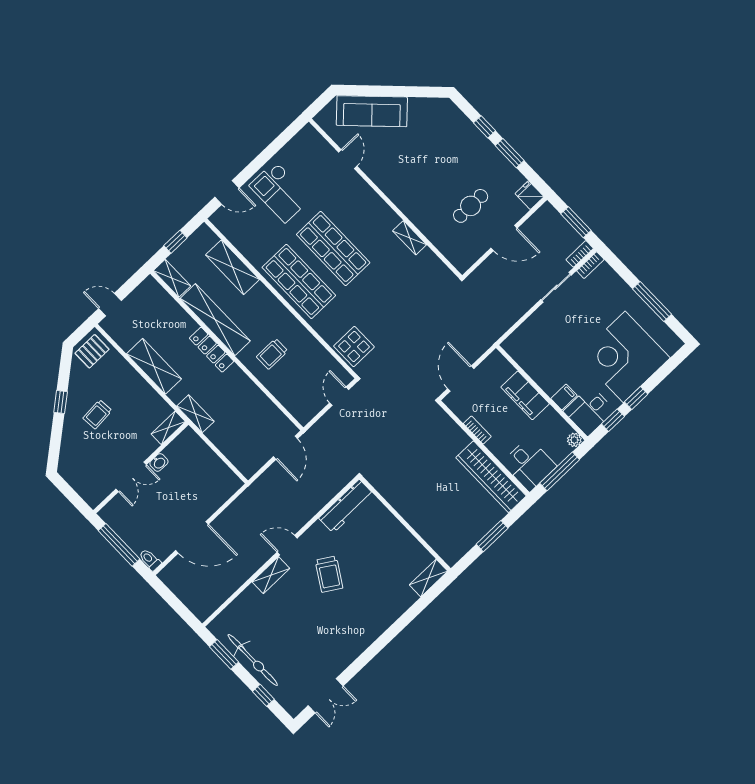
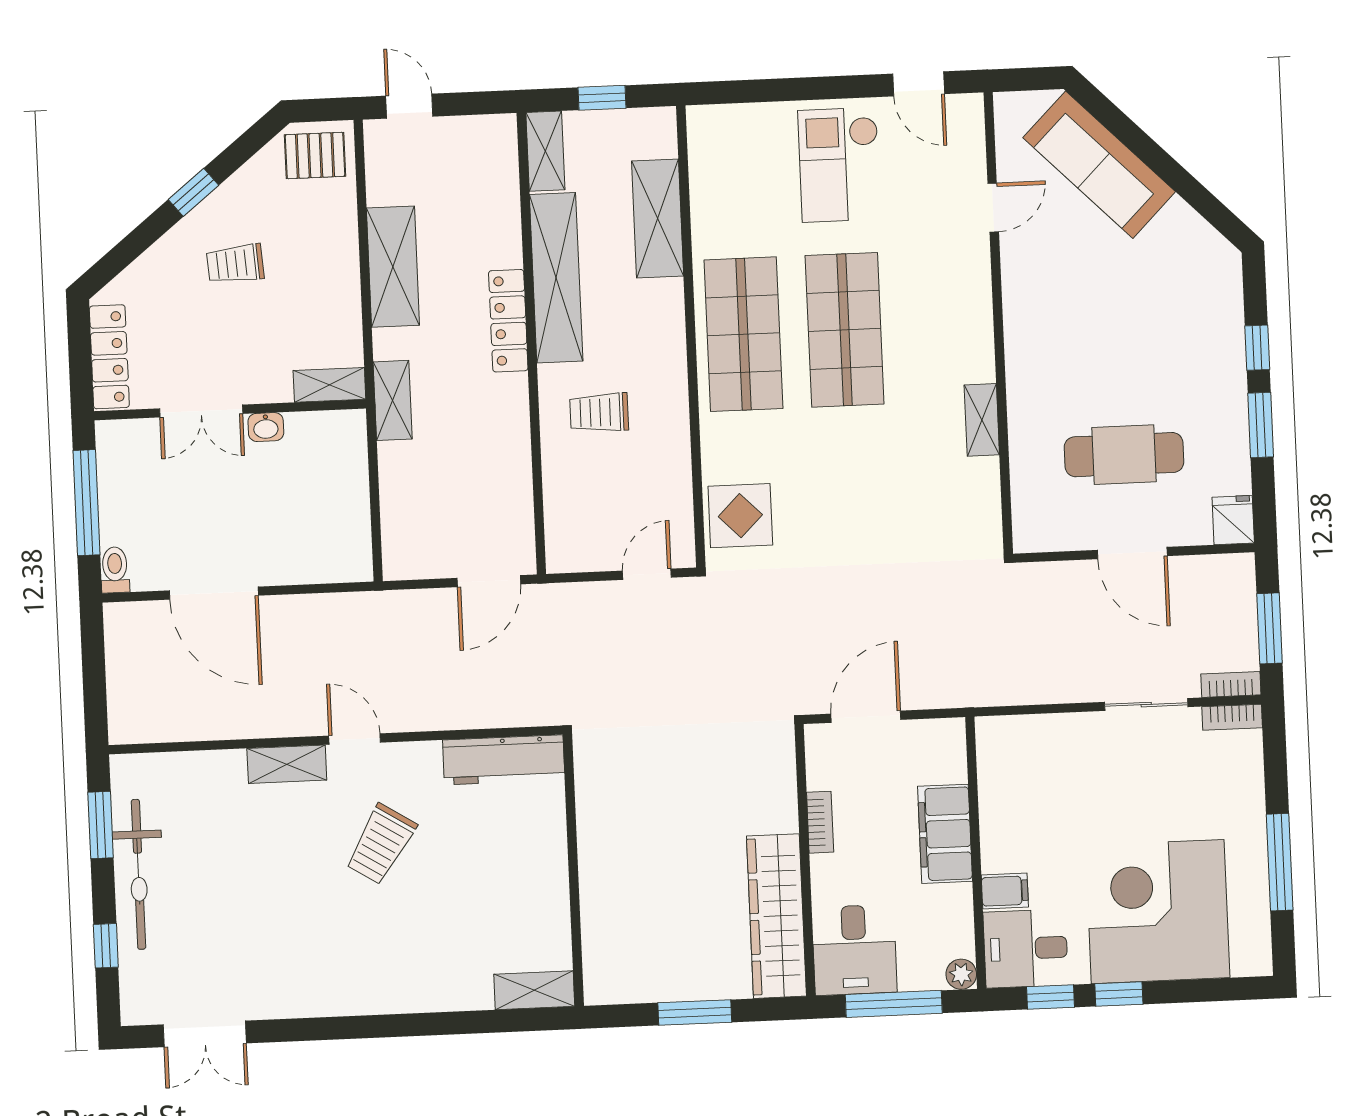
door: (227, 192) -> (919, 84), moved
cafe table: (471, 206) -> (1124, 455), width x1.37, depth x1.35
locker: (82, 486) -> (109, 357), added

